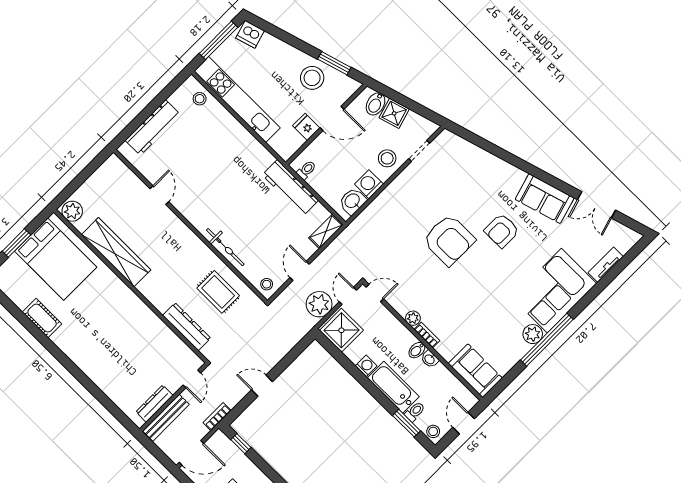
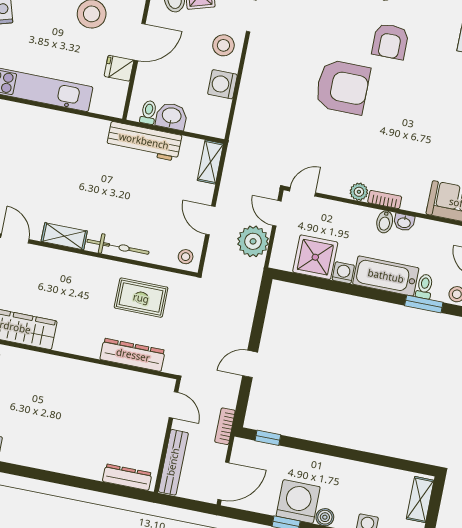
washbasin: (353, 201) -> (172, 116), moved, turned 90
shelving: (194, 216) -> (64, 236), added
shower: (341, 330) -> (315, 257), moved
dresser: (154, 404) -> (127, 477), moved, turned 90

